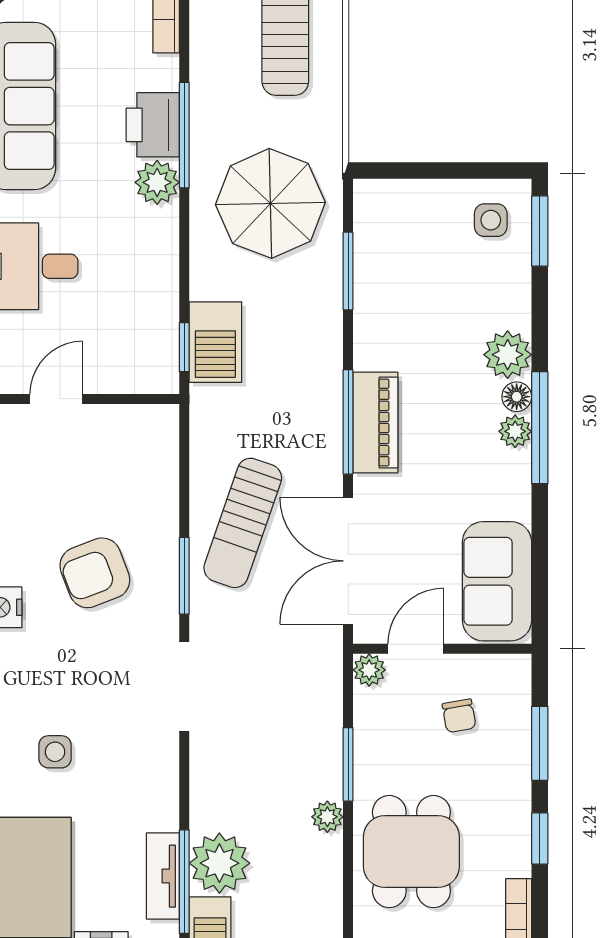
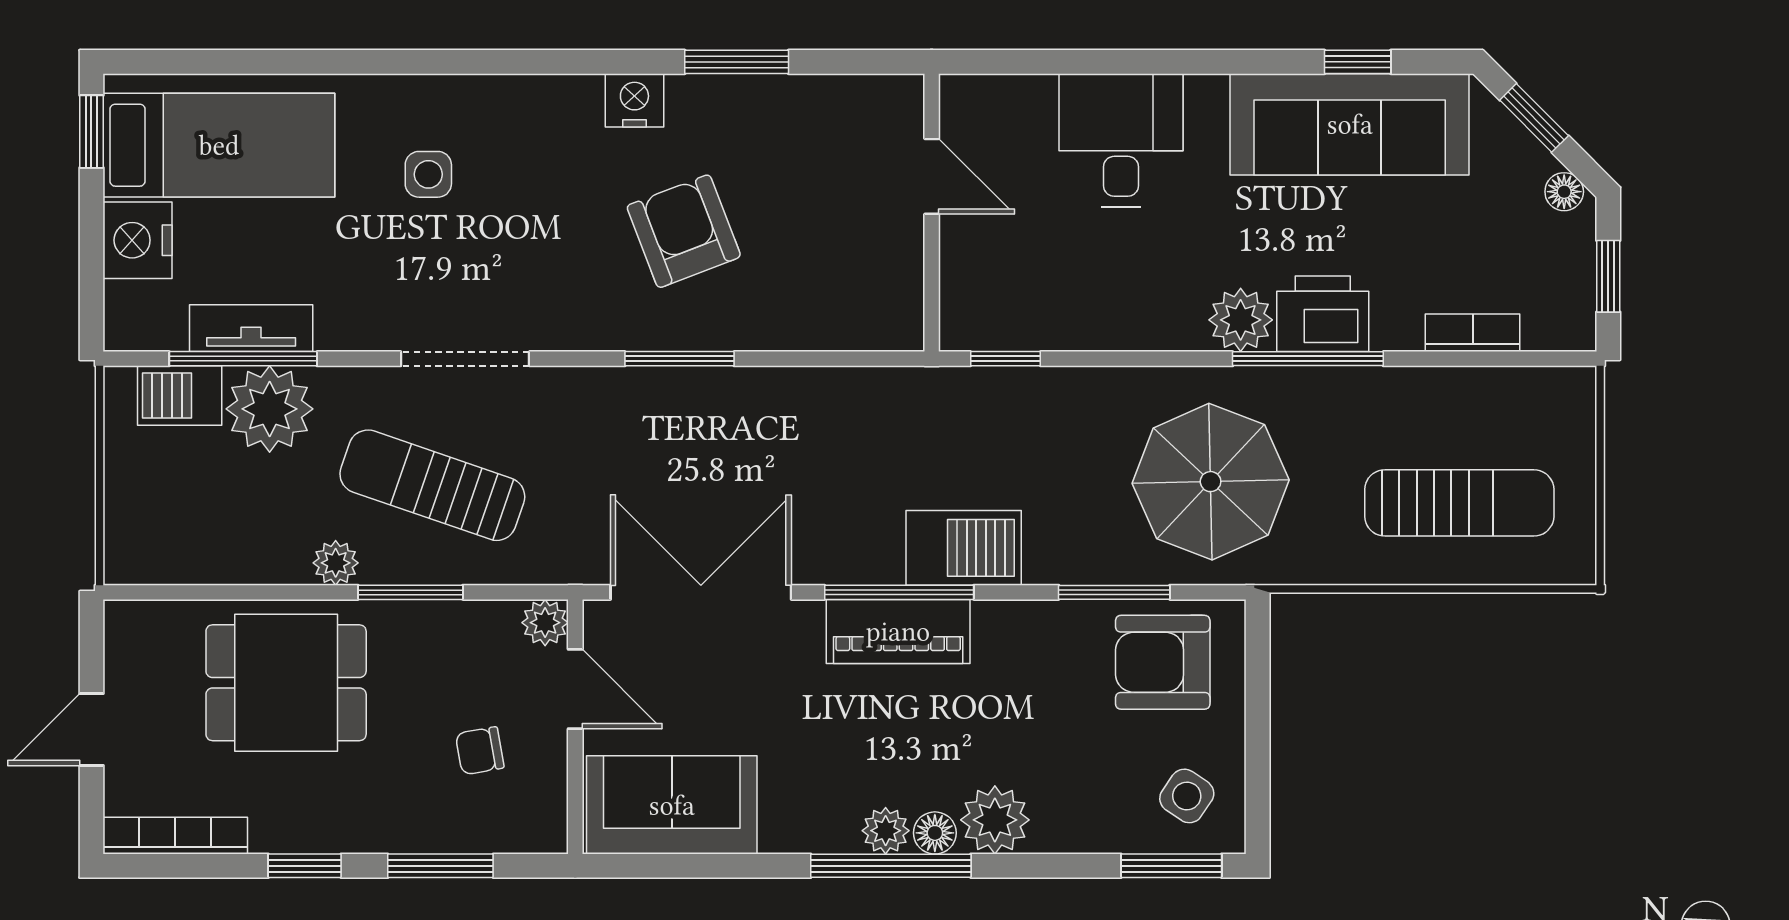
side table: (491, 220) -> (1187, 796), turned 34
armchair: (397, 237) -> (1163, 662), added
barbecue: (215, 342) -> (964, 548), moved, turned 180
sun lounger: (243, 523) -> (432, 485), moved
doorway: (184, 686) -> (465, 359), moved

